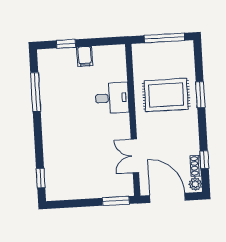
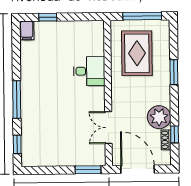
filing cabinet: (85, 56) -> (27, 30), moved
window: (36, 92) -> (17, 100), moved
rug: (166, 95) -> (137, 53), moved, turned 90
plant: (195, 184) -> (159, 117), moved, width x1.87, depth x1.87

